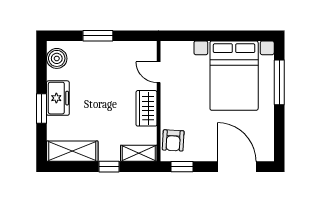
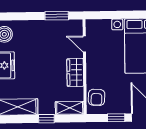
window: (98, 36) -> (57, 16), moved
window: (182, 167) -> (116, 118), moved

